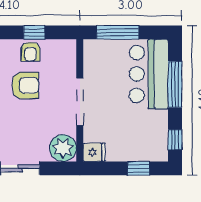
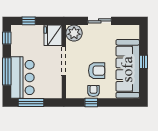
window: (118, 32) -> (31, 102), moved
armchair: (25, 85) -> (97, 71), turned 180
fridge: (94, 152) -> (53, 35), width x1.88, depth x1.34

